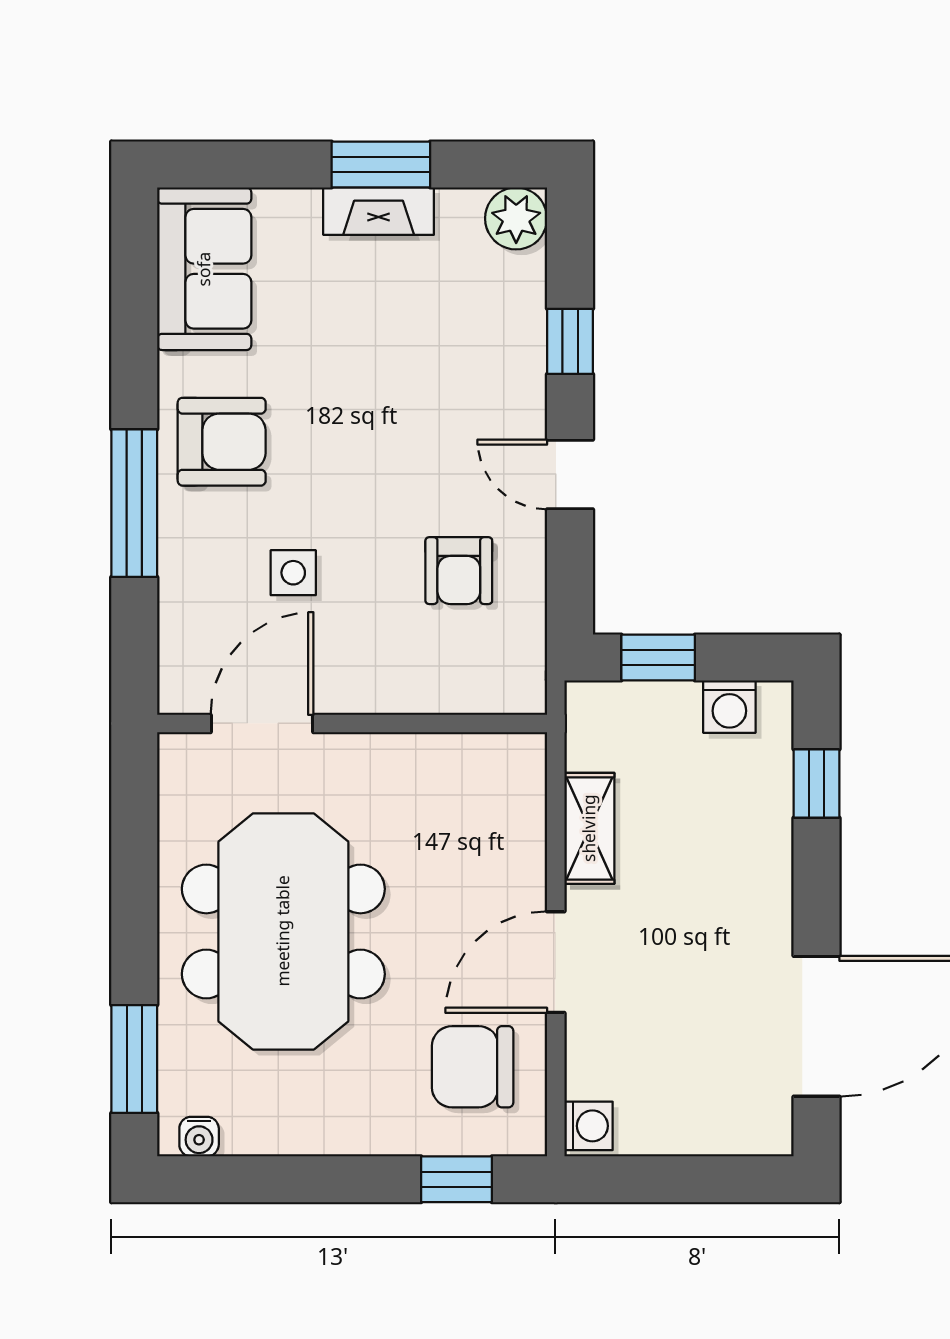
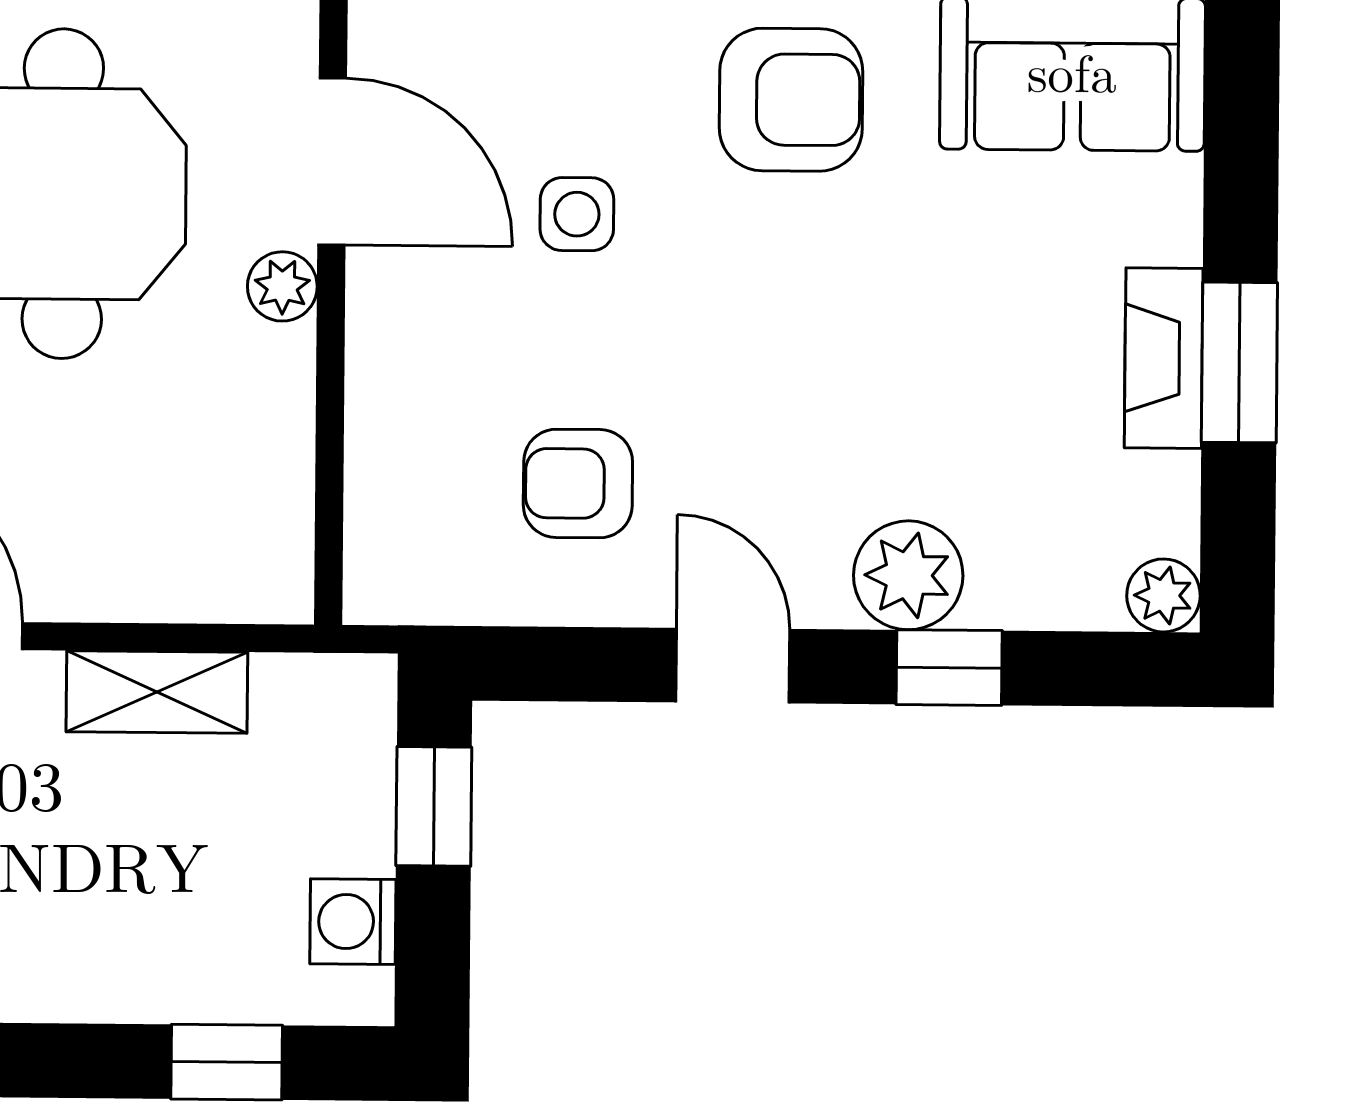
plant: (516, 218) -> (1163, 595), width x0.73, depth x0.73
plant: (514, 367) -> (908, 575), added
armchair: (222, 442) -> (791, 100), turned -90
door: (570, 474) -> (733, 666), hinge flipped
plant: (339, 753) -> (282, 286), added

